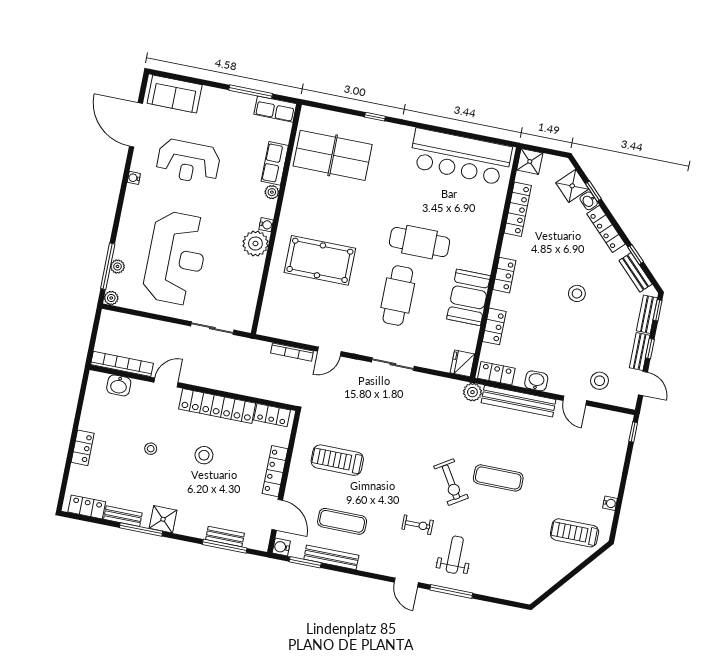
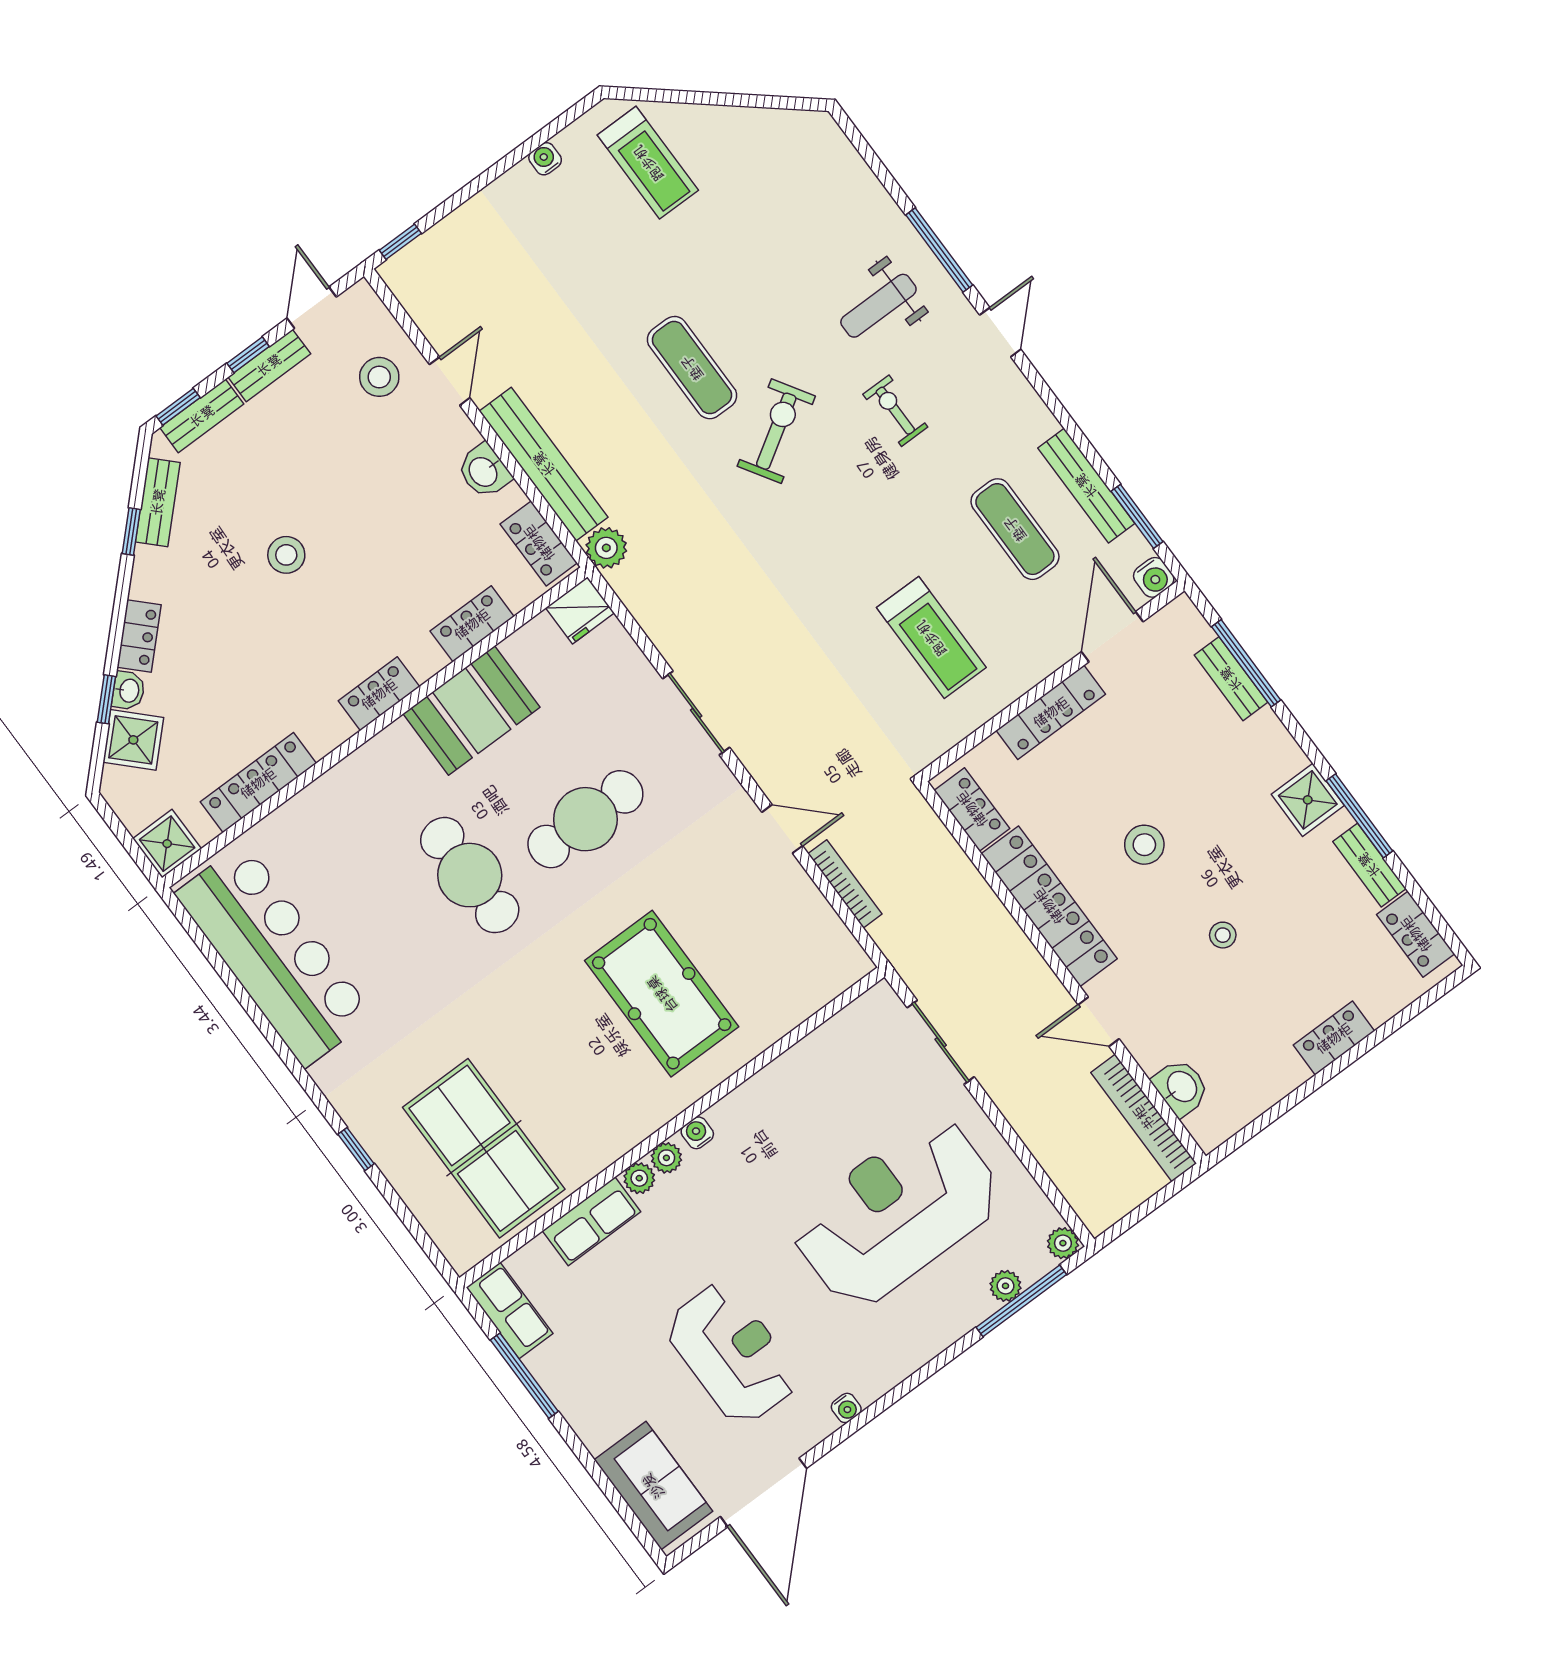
locker: (606, 229) -> (139, 636), width x0.66
plant: (255, 243) -> (666, 1158), moved, width x0.53, depth x0.53

